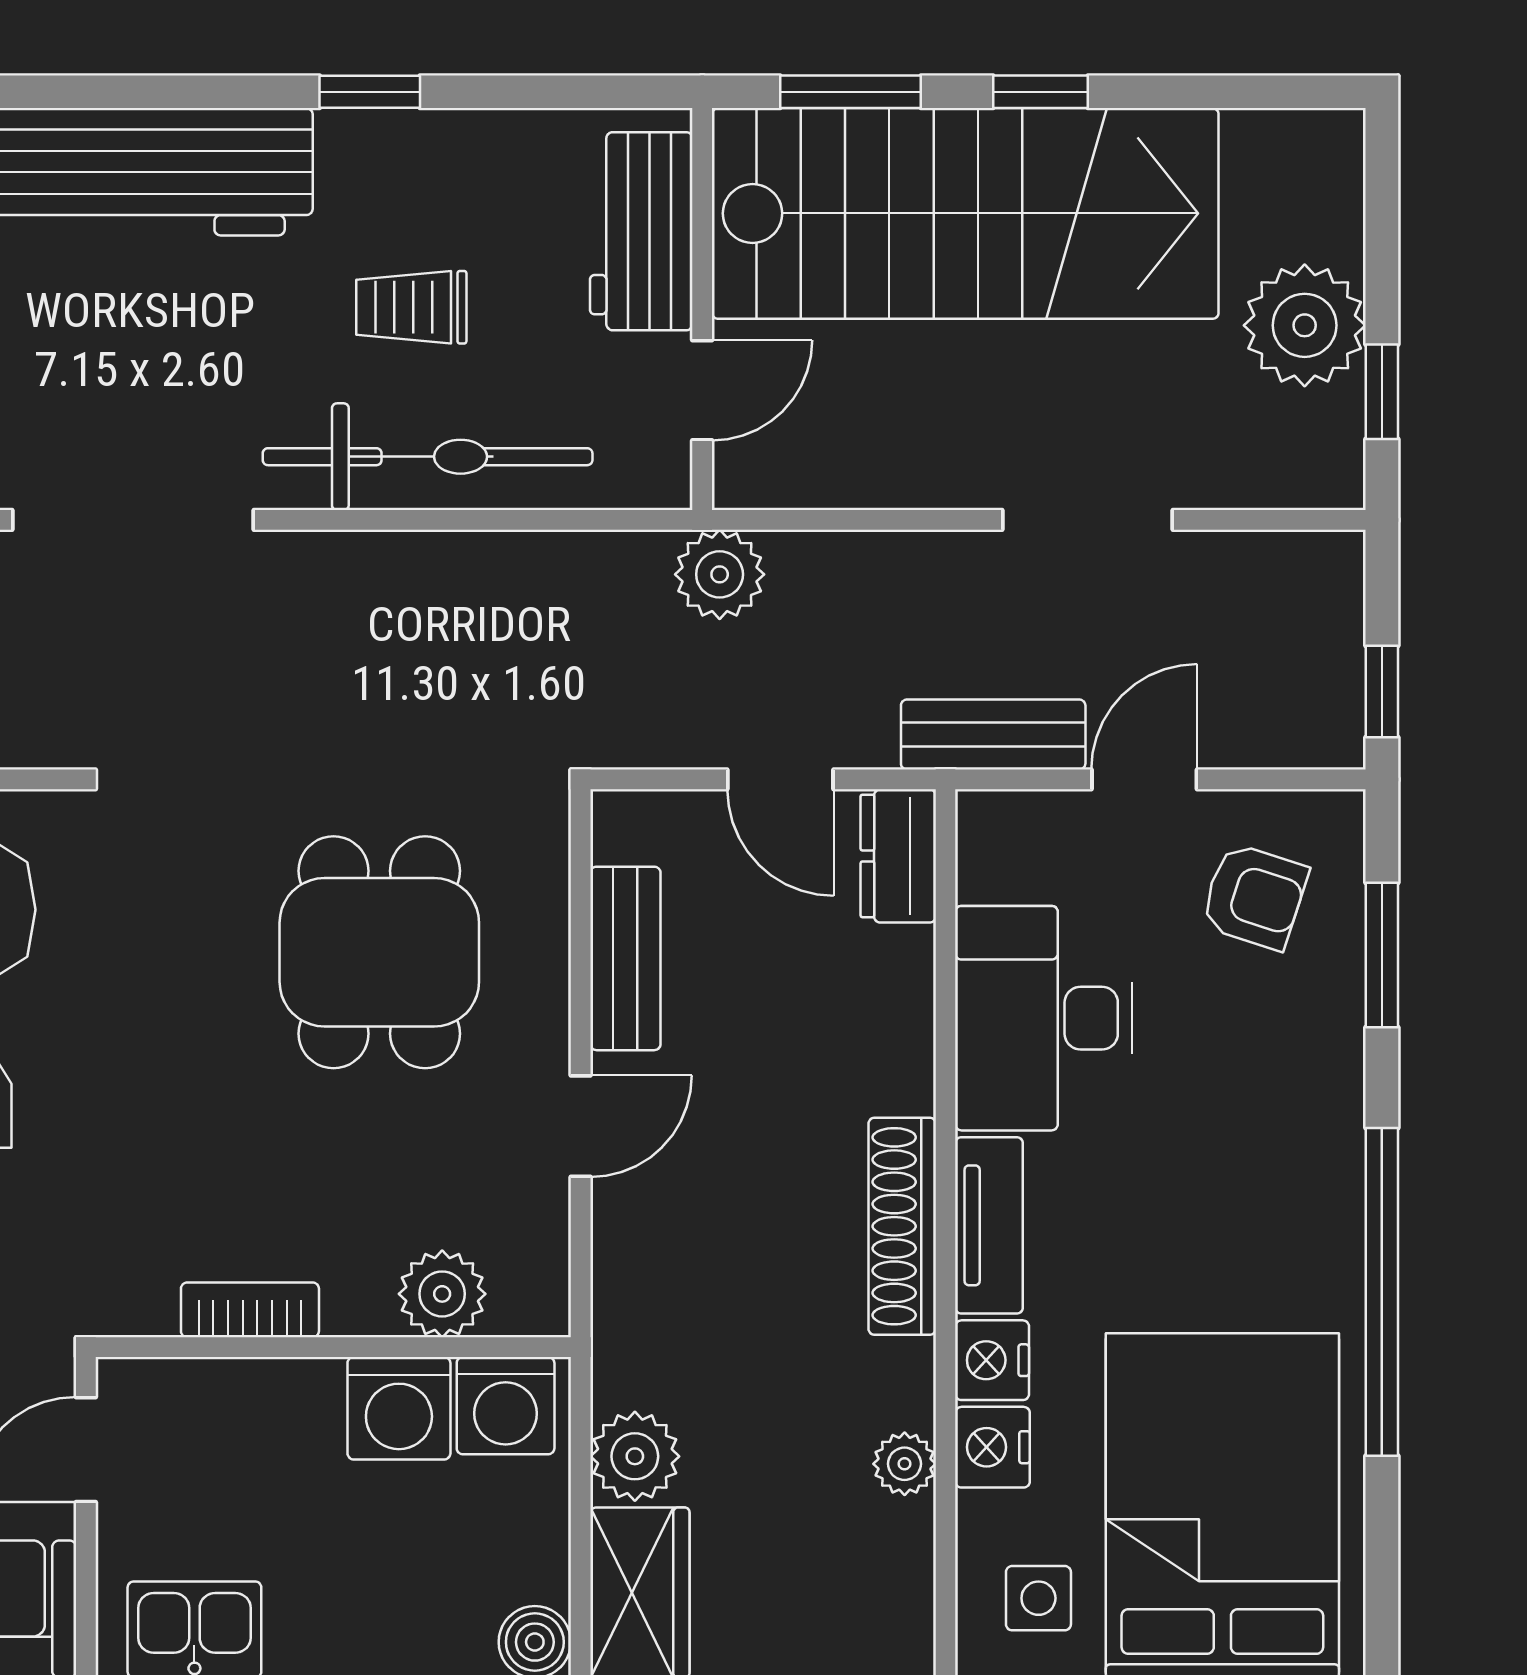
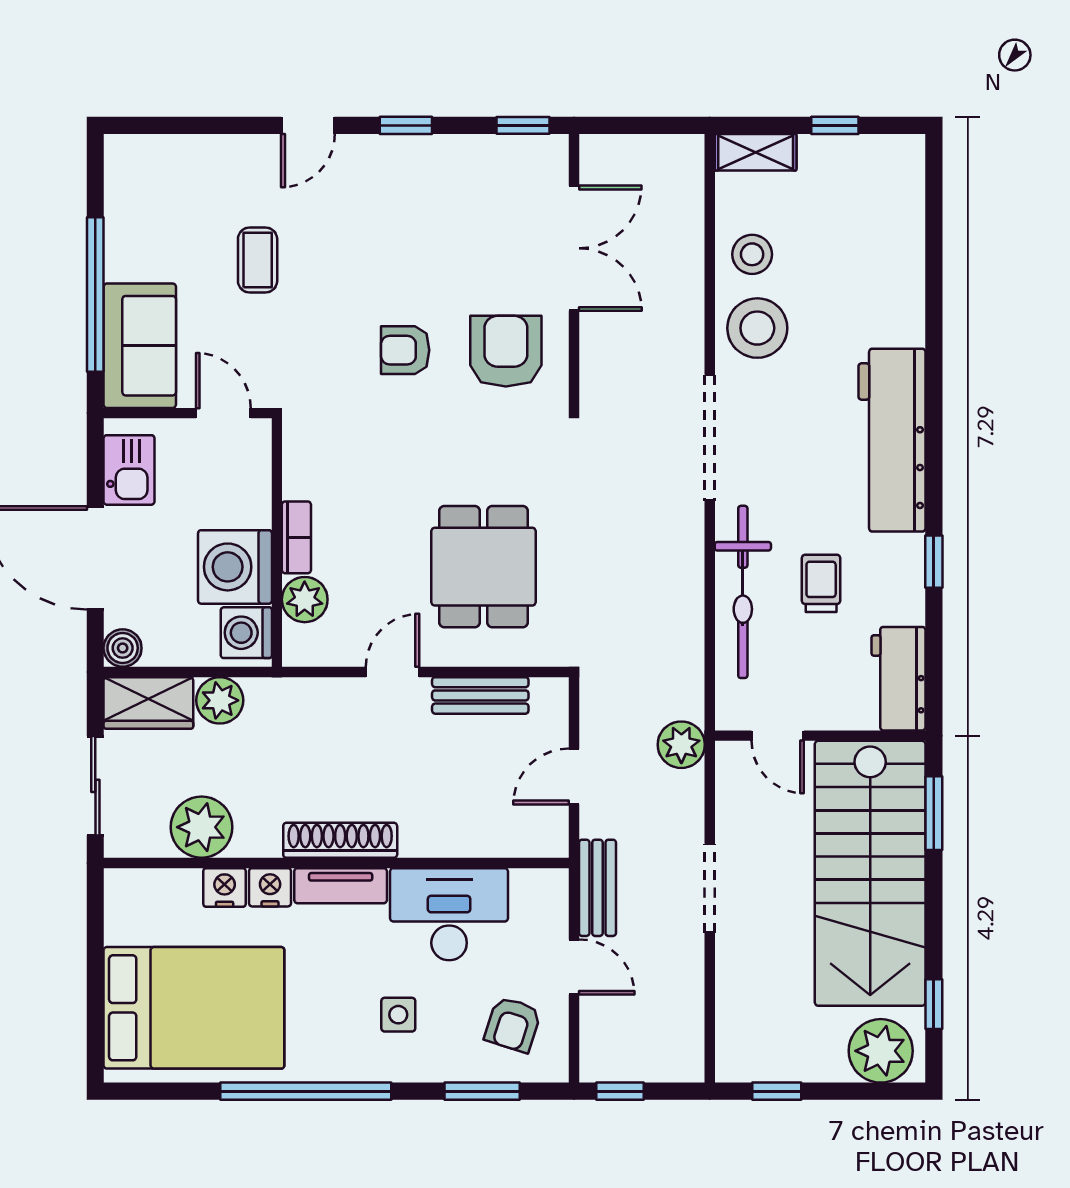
window: (1041, 92) -> (934, 1004), moved
workbench: (641, 231) -> (899, 679), moved, turned -90
plant: (1305, 325) -> (881, 1051), moved
doorway: (1088, 520) -> (710, 888), moved
dresser: (898, 856) -> (534, 838), removed
dining table: (379, 952) -> (484, 567), turned 90
door: (581, 1126) -> (393, 672), swing flipped
bookcase: (250, 1310) -> (296, 537), moved
washing machine: (399, 1408) -> (235, 567), width x1.37, depth x1.37
plant: (905, 1464) -> (202, 827), width x1.88, depth x1.88
side table: (1038, 1598) -> (398, 1015), moved

